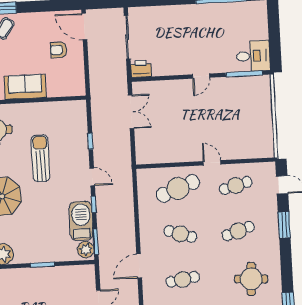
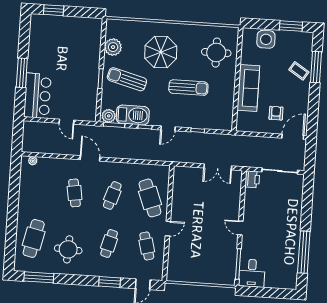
sofa: (25, 87) -> (248, 88), width x1.36
cafe table: (238, 231) -> (109, 243), turned 33
sun lounger: (39, 233) -> (127, 79), added

